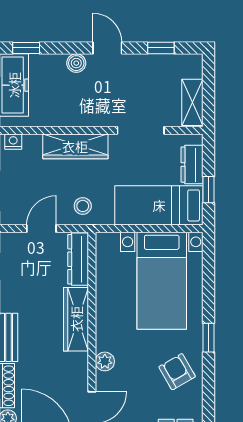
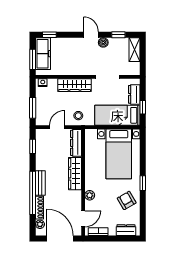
boiler: (76, 63) -> (103, 42), moved
shelving: (192, 102) -> (134, 50), moved

